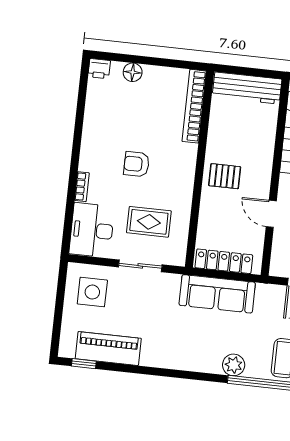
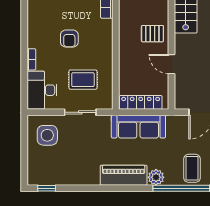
armchair: (136, 164) -> (69, 38), turned -90
pallet: (225, 176) -> (152, 34), moved
piano: (108, 349) -> (124, 175), moved

